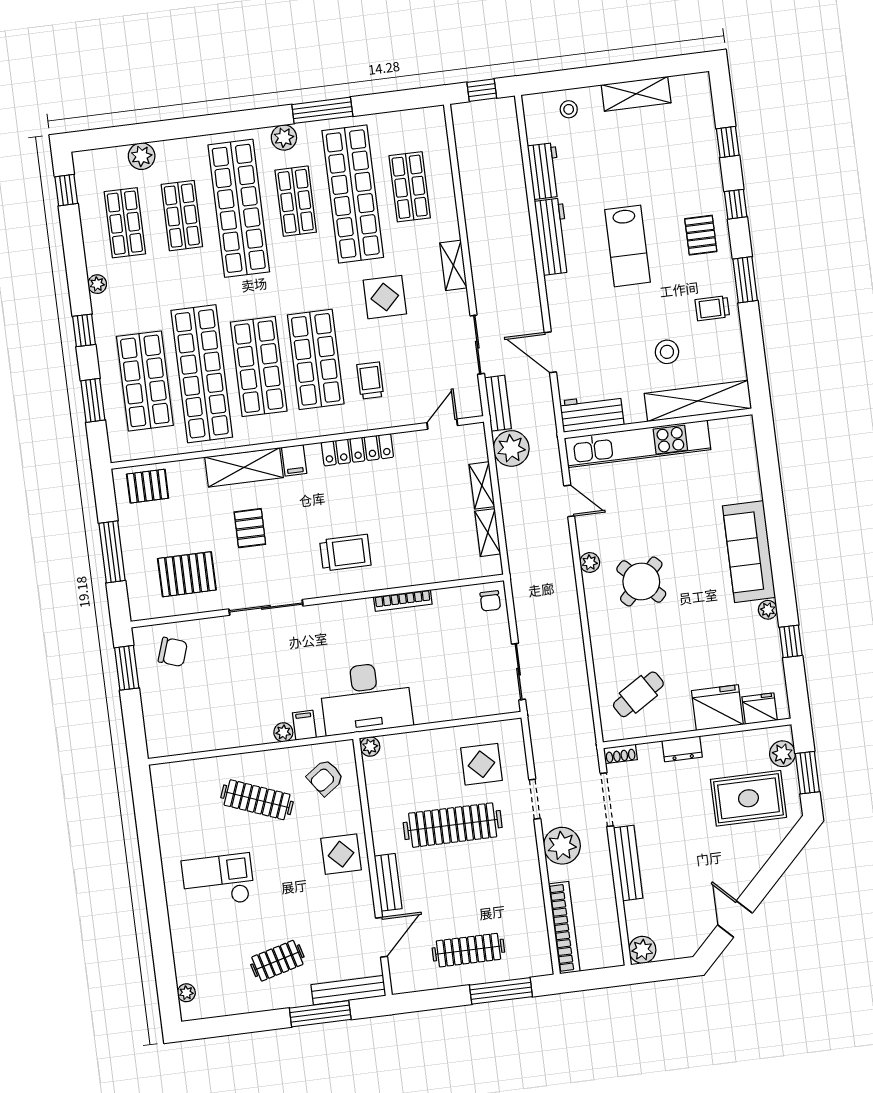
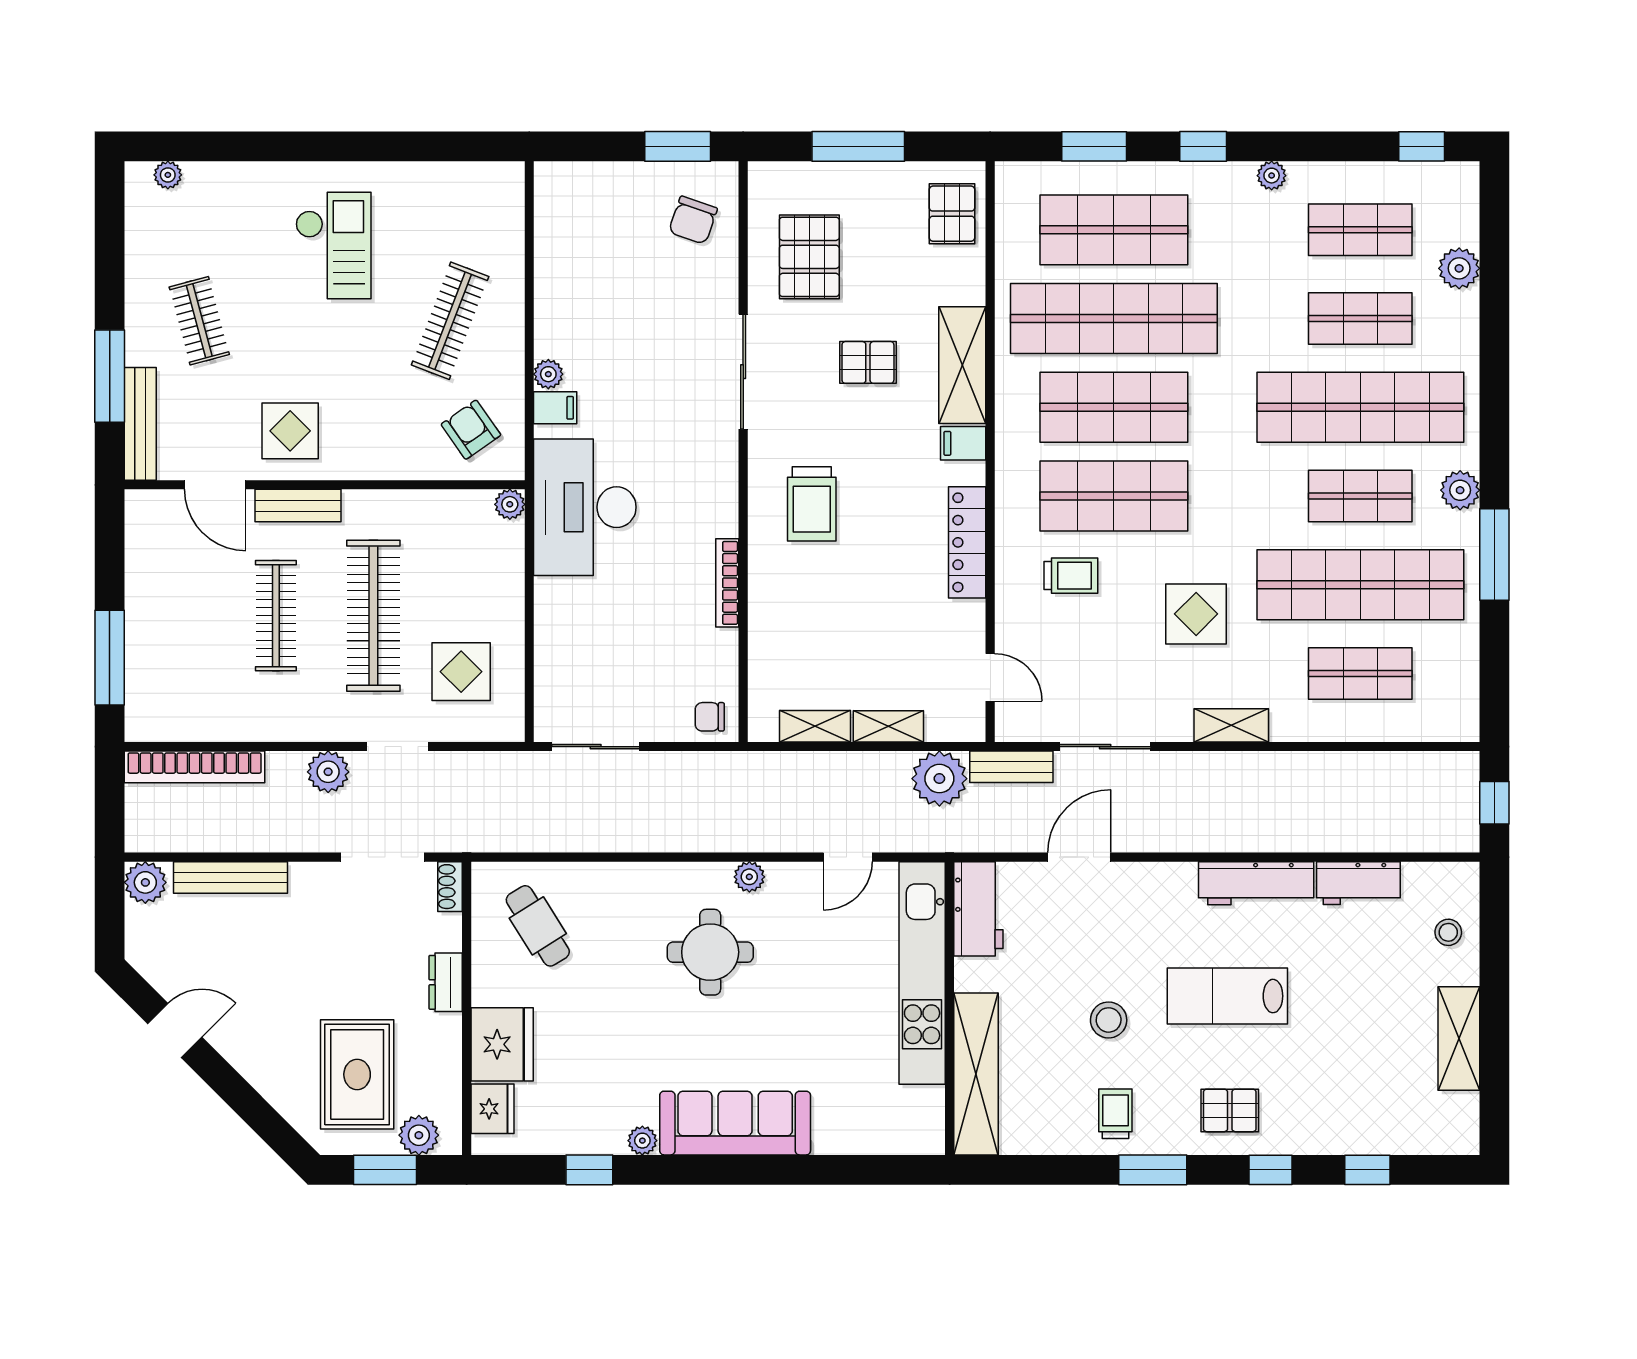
stool: (667, 352) -> (1109, 1020), moved
round table: (641, 582) -> (710, 952), turned 45
plant: (562, 846) -> (328, 772), width x0.73, depth x0.73
display table: (341, 854) -> (290, 431), moved
bench: (628, 863) -> (230, 877), moved
clothes rail: (468, 950) -> (276, 616), moved

